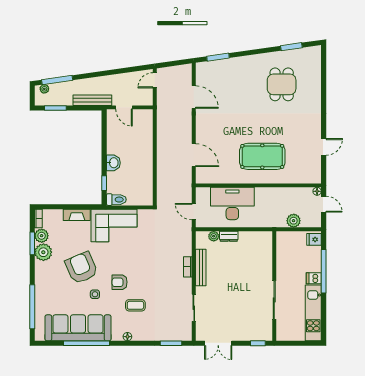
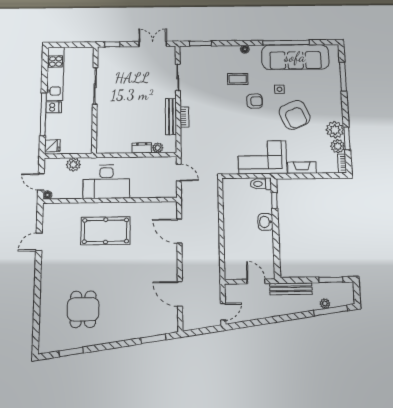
plant: (44, 89) -> (325, 304), moved
desk: (232, 203) -> (106, 182), moved
window: (32, 307) -> (343, 77), width x0.68

